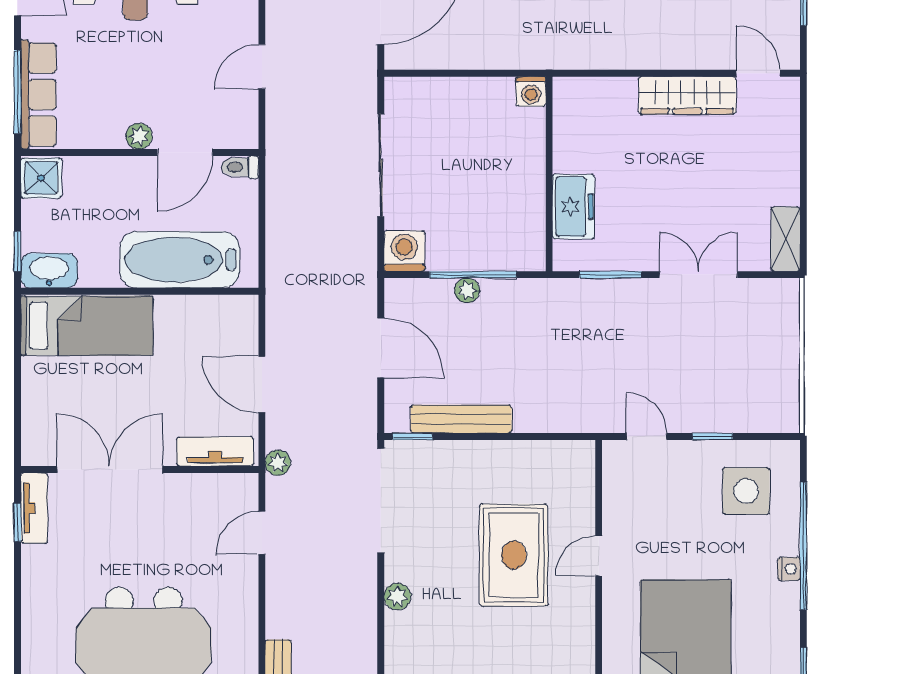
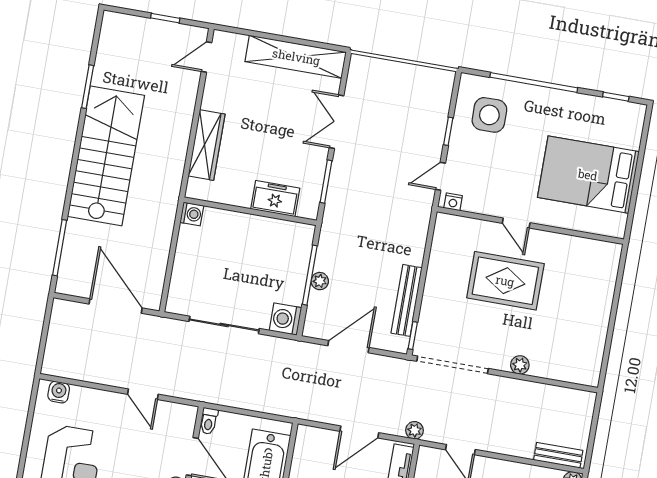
wardrobe: (687, 95) -> (207, 145), moved
shelving: (786, 239) -> (296, 57), width x2.20, depth x1.33
nightstand: (789, 569) -> (453, 202), moved, turned 180

